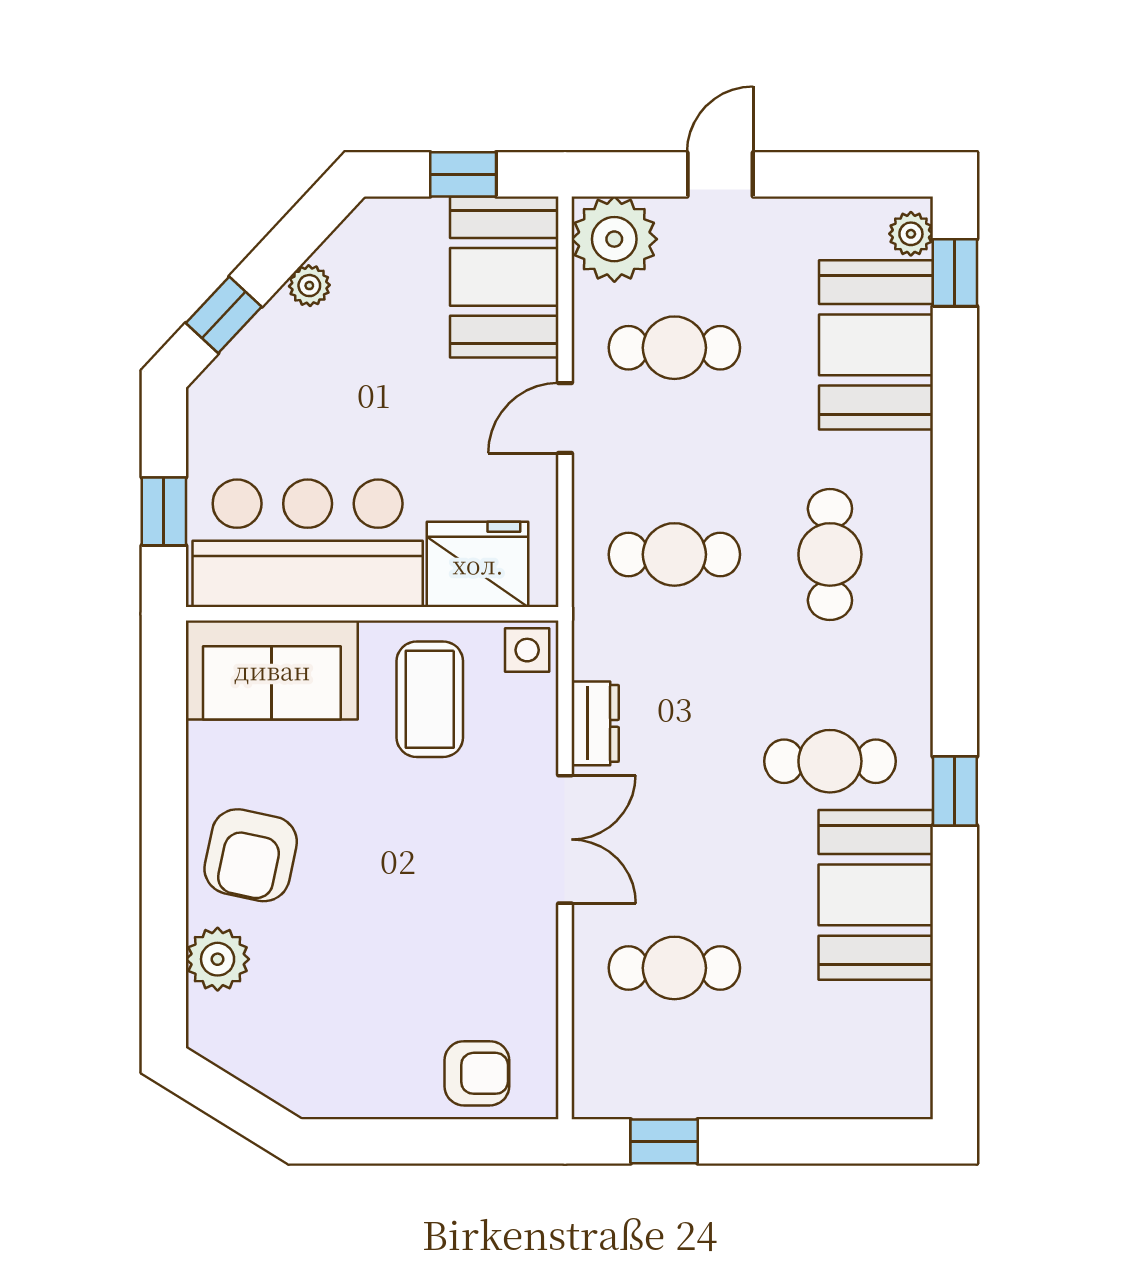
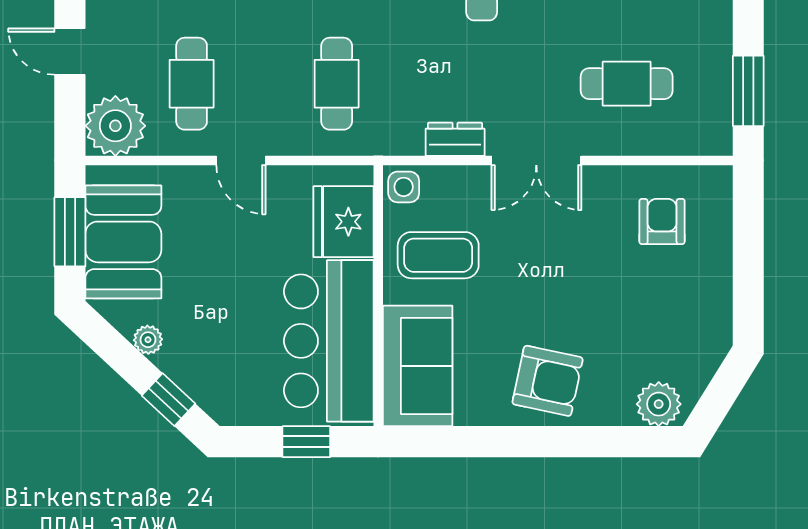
window: (463, 174) -> (70, 232), width x1.50
booth: (504, 277) -> (123, 242), moved, turned 90
double door: (565, 839) -> (536, 160), swing flipped
plant: (218, 959) -> (659, 404), moved
cafe table: (674, 968) -> (627, 84), turned 90
armchair: (477, 1073) -> (662, 221), moved
window: (664, 1141) -> (748, 91), width x1.50

